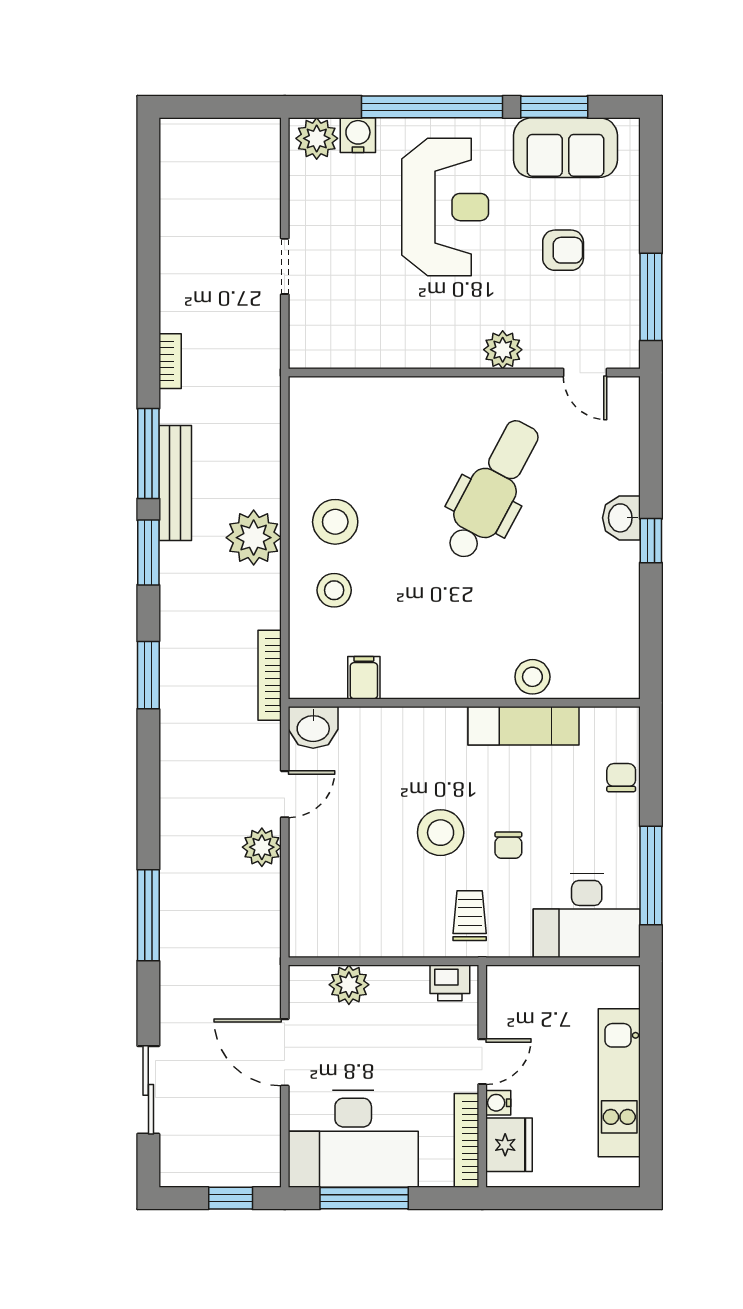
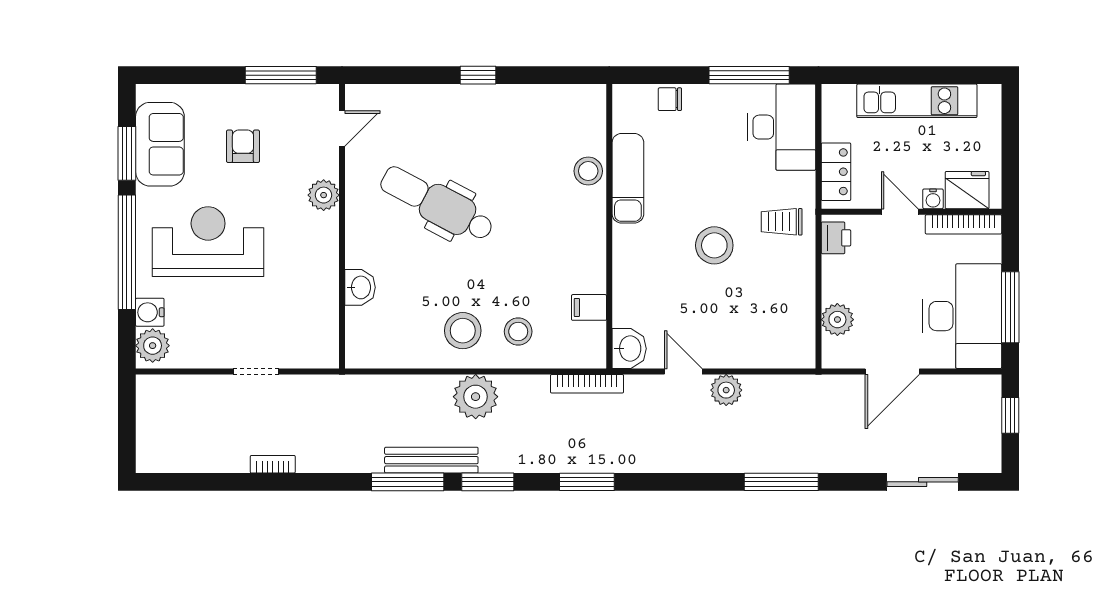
bookcase: (170, 361) -> (273, 464), moved
washbasin: (621, 518) -> (360, 287), moved, turned -90
chair: (508, 845) -> (724, 190), removed
locker: (532, 983) -> (836, 172), added

